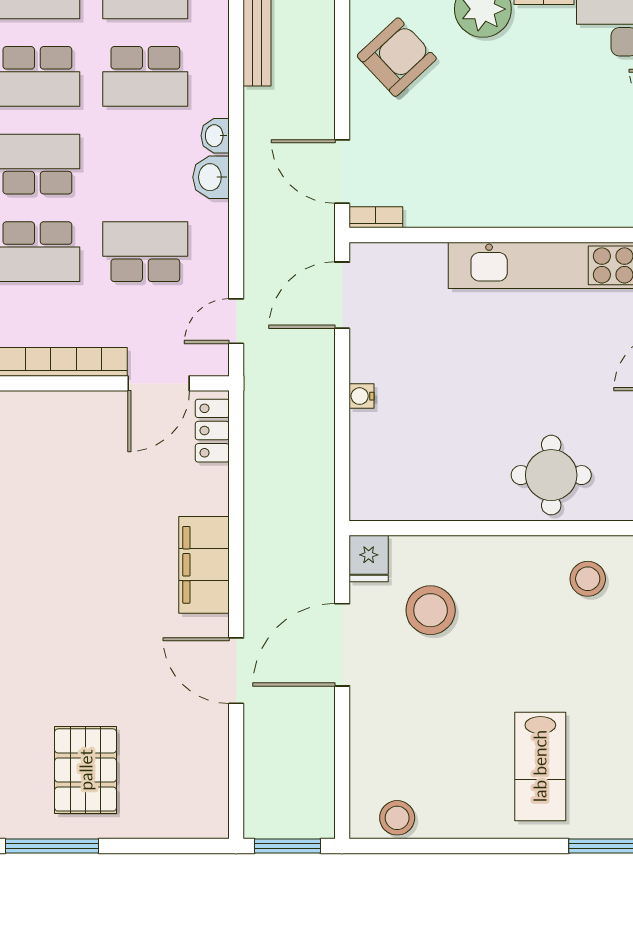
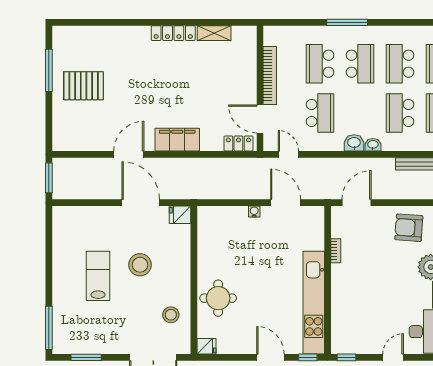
armchair: (397, 57) -> (409, 228), turned 137
bookcase: (376, 217) -> (336, 251), moved
door: (342, 295) -> (286, 203), moved
stool: (431, 610) -> (140, 265), moved
lab bench: (540, 766) -> (98, 276), moved, turned 90
stool: (397, 818) -> (62, 228), removed

